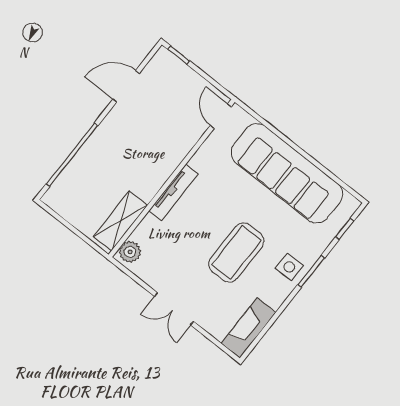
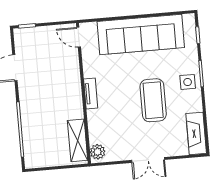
tv unit: (174, 192) -> (91, 93), width x0.71

